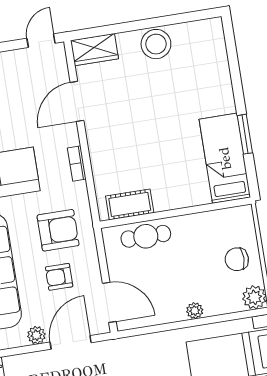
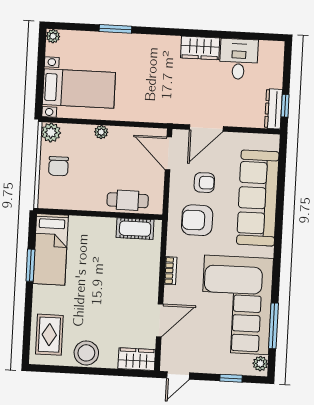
rug: (205, 56) -> (49, 335), added
chair: (237, 259) -> (58, 166), turned 90
plant: (36, 335) -> (233, 140), removed

